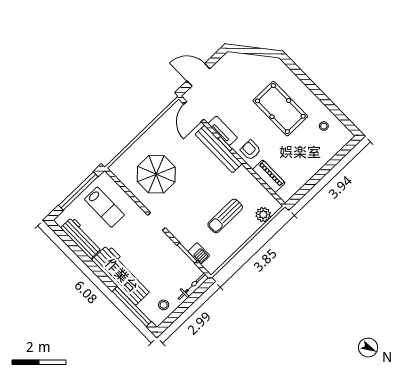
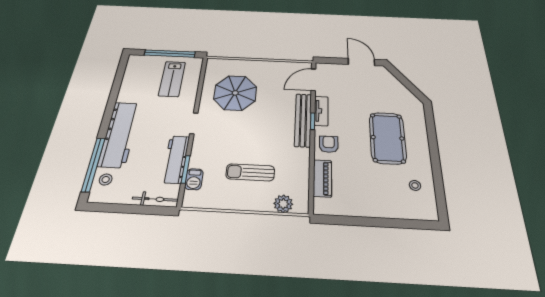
door: (198, 75) -> (361, 62), moved
workbench: (81, 238) -> (176, 159), moved, turned 180
stool: (164, 305) -> (106, 179), moved

